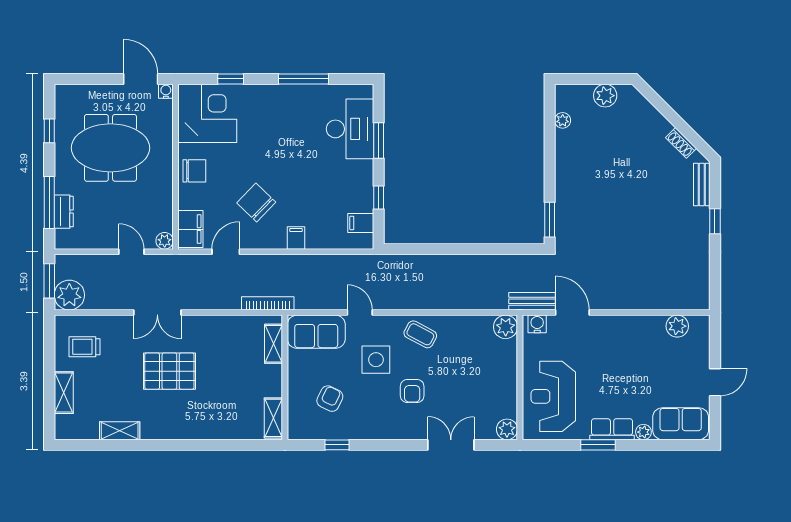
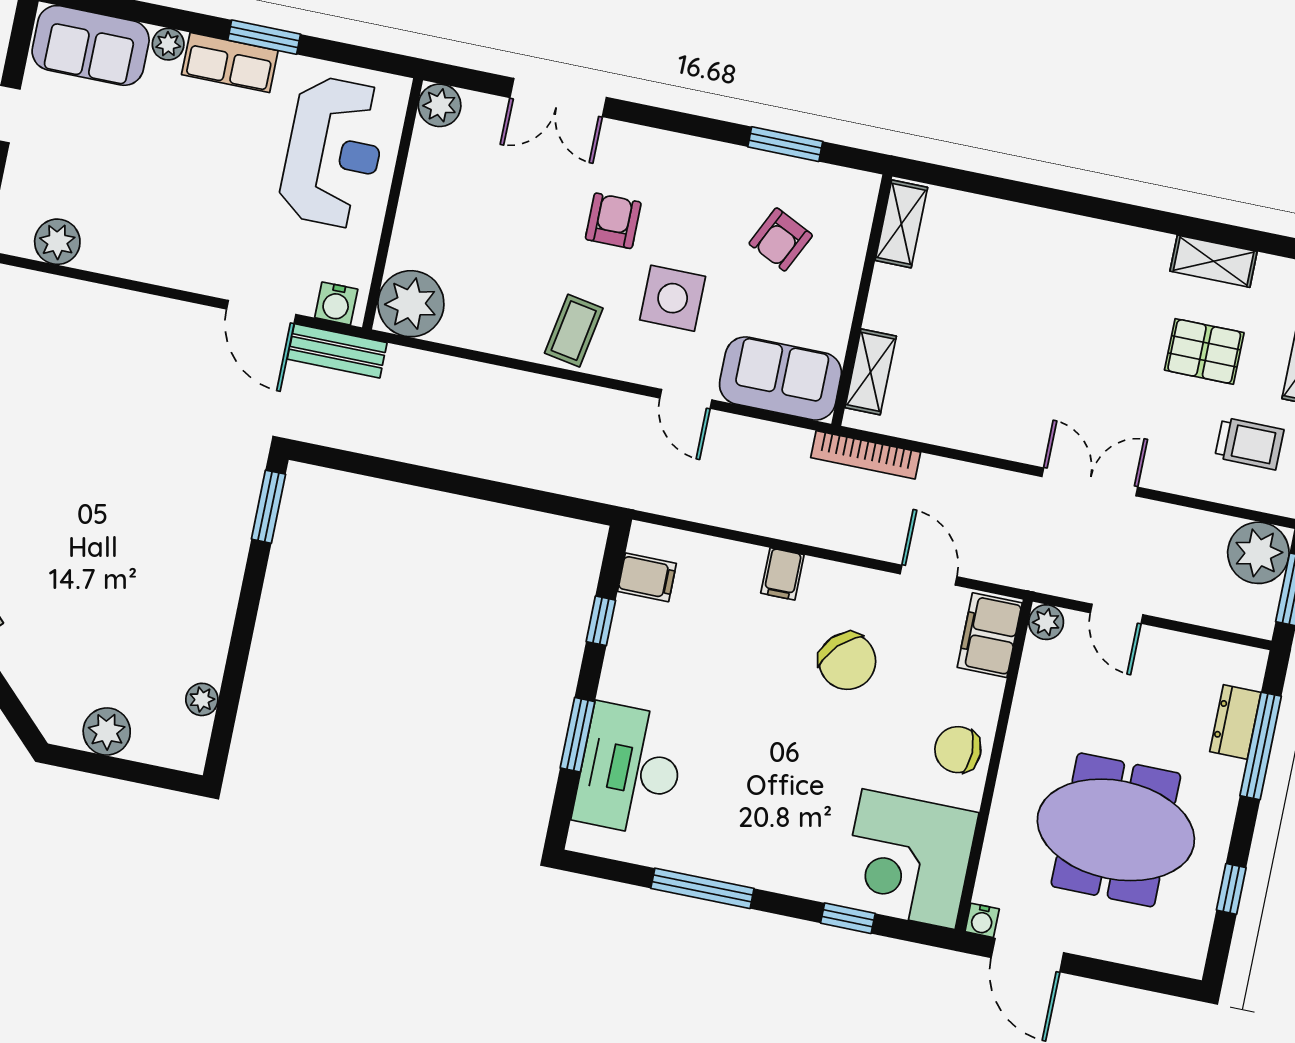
door: (226, 252) -> (928, 575), swing flipped
plant: (506, 327) -> (411, 304), width x1.36, depth x1.36
coffee table: (420, 334) -> (574, 331), turned 72
pallet: (169, 371) -> (1204, 351), moved, width x0.67, depth x0.71
window: (337, 445) -> (785, 144), width x1.50

